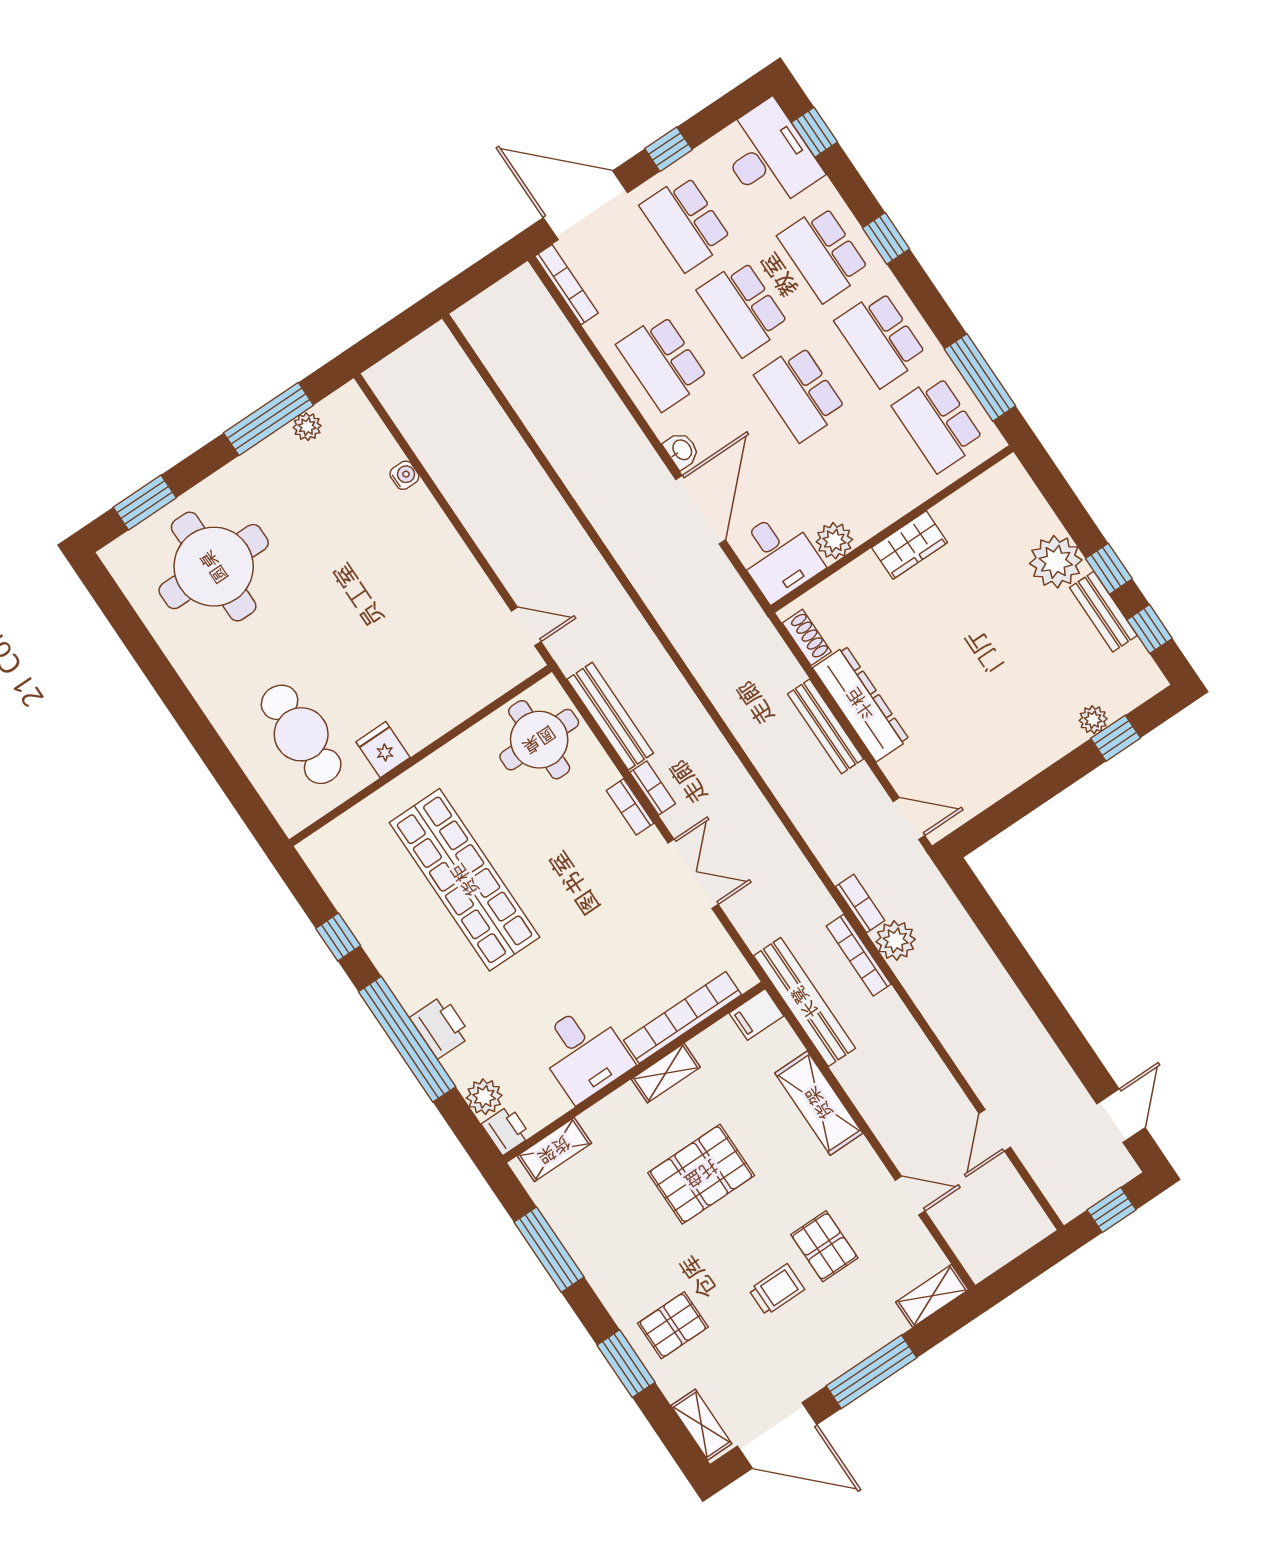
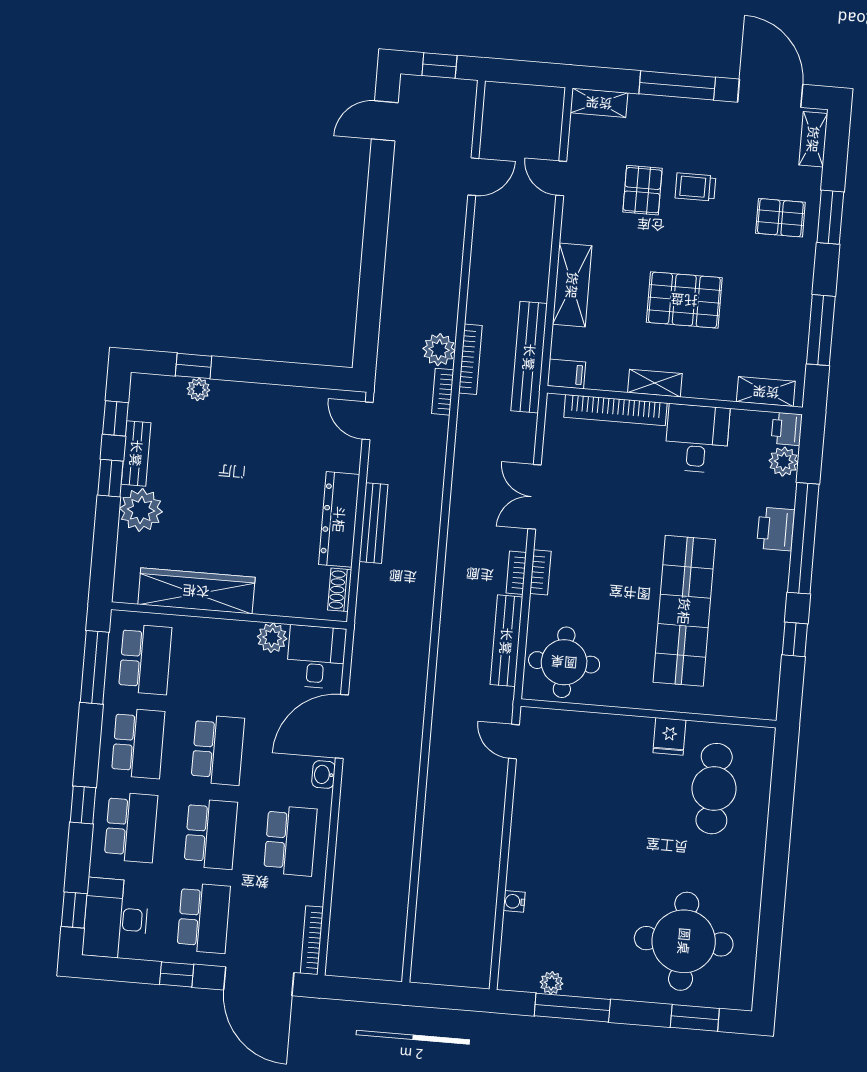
wardrobe: (910, 545) -> (196, 591), width x2.10, depth x1.17

